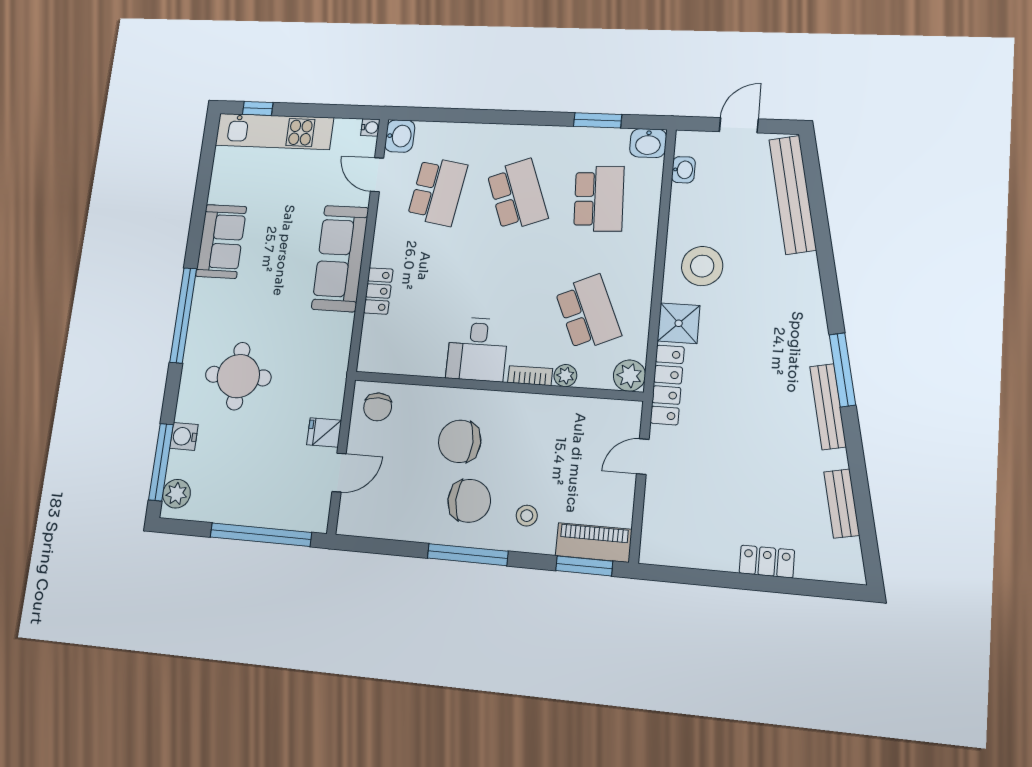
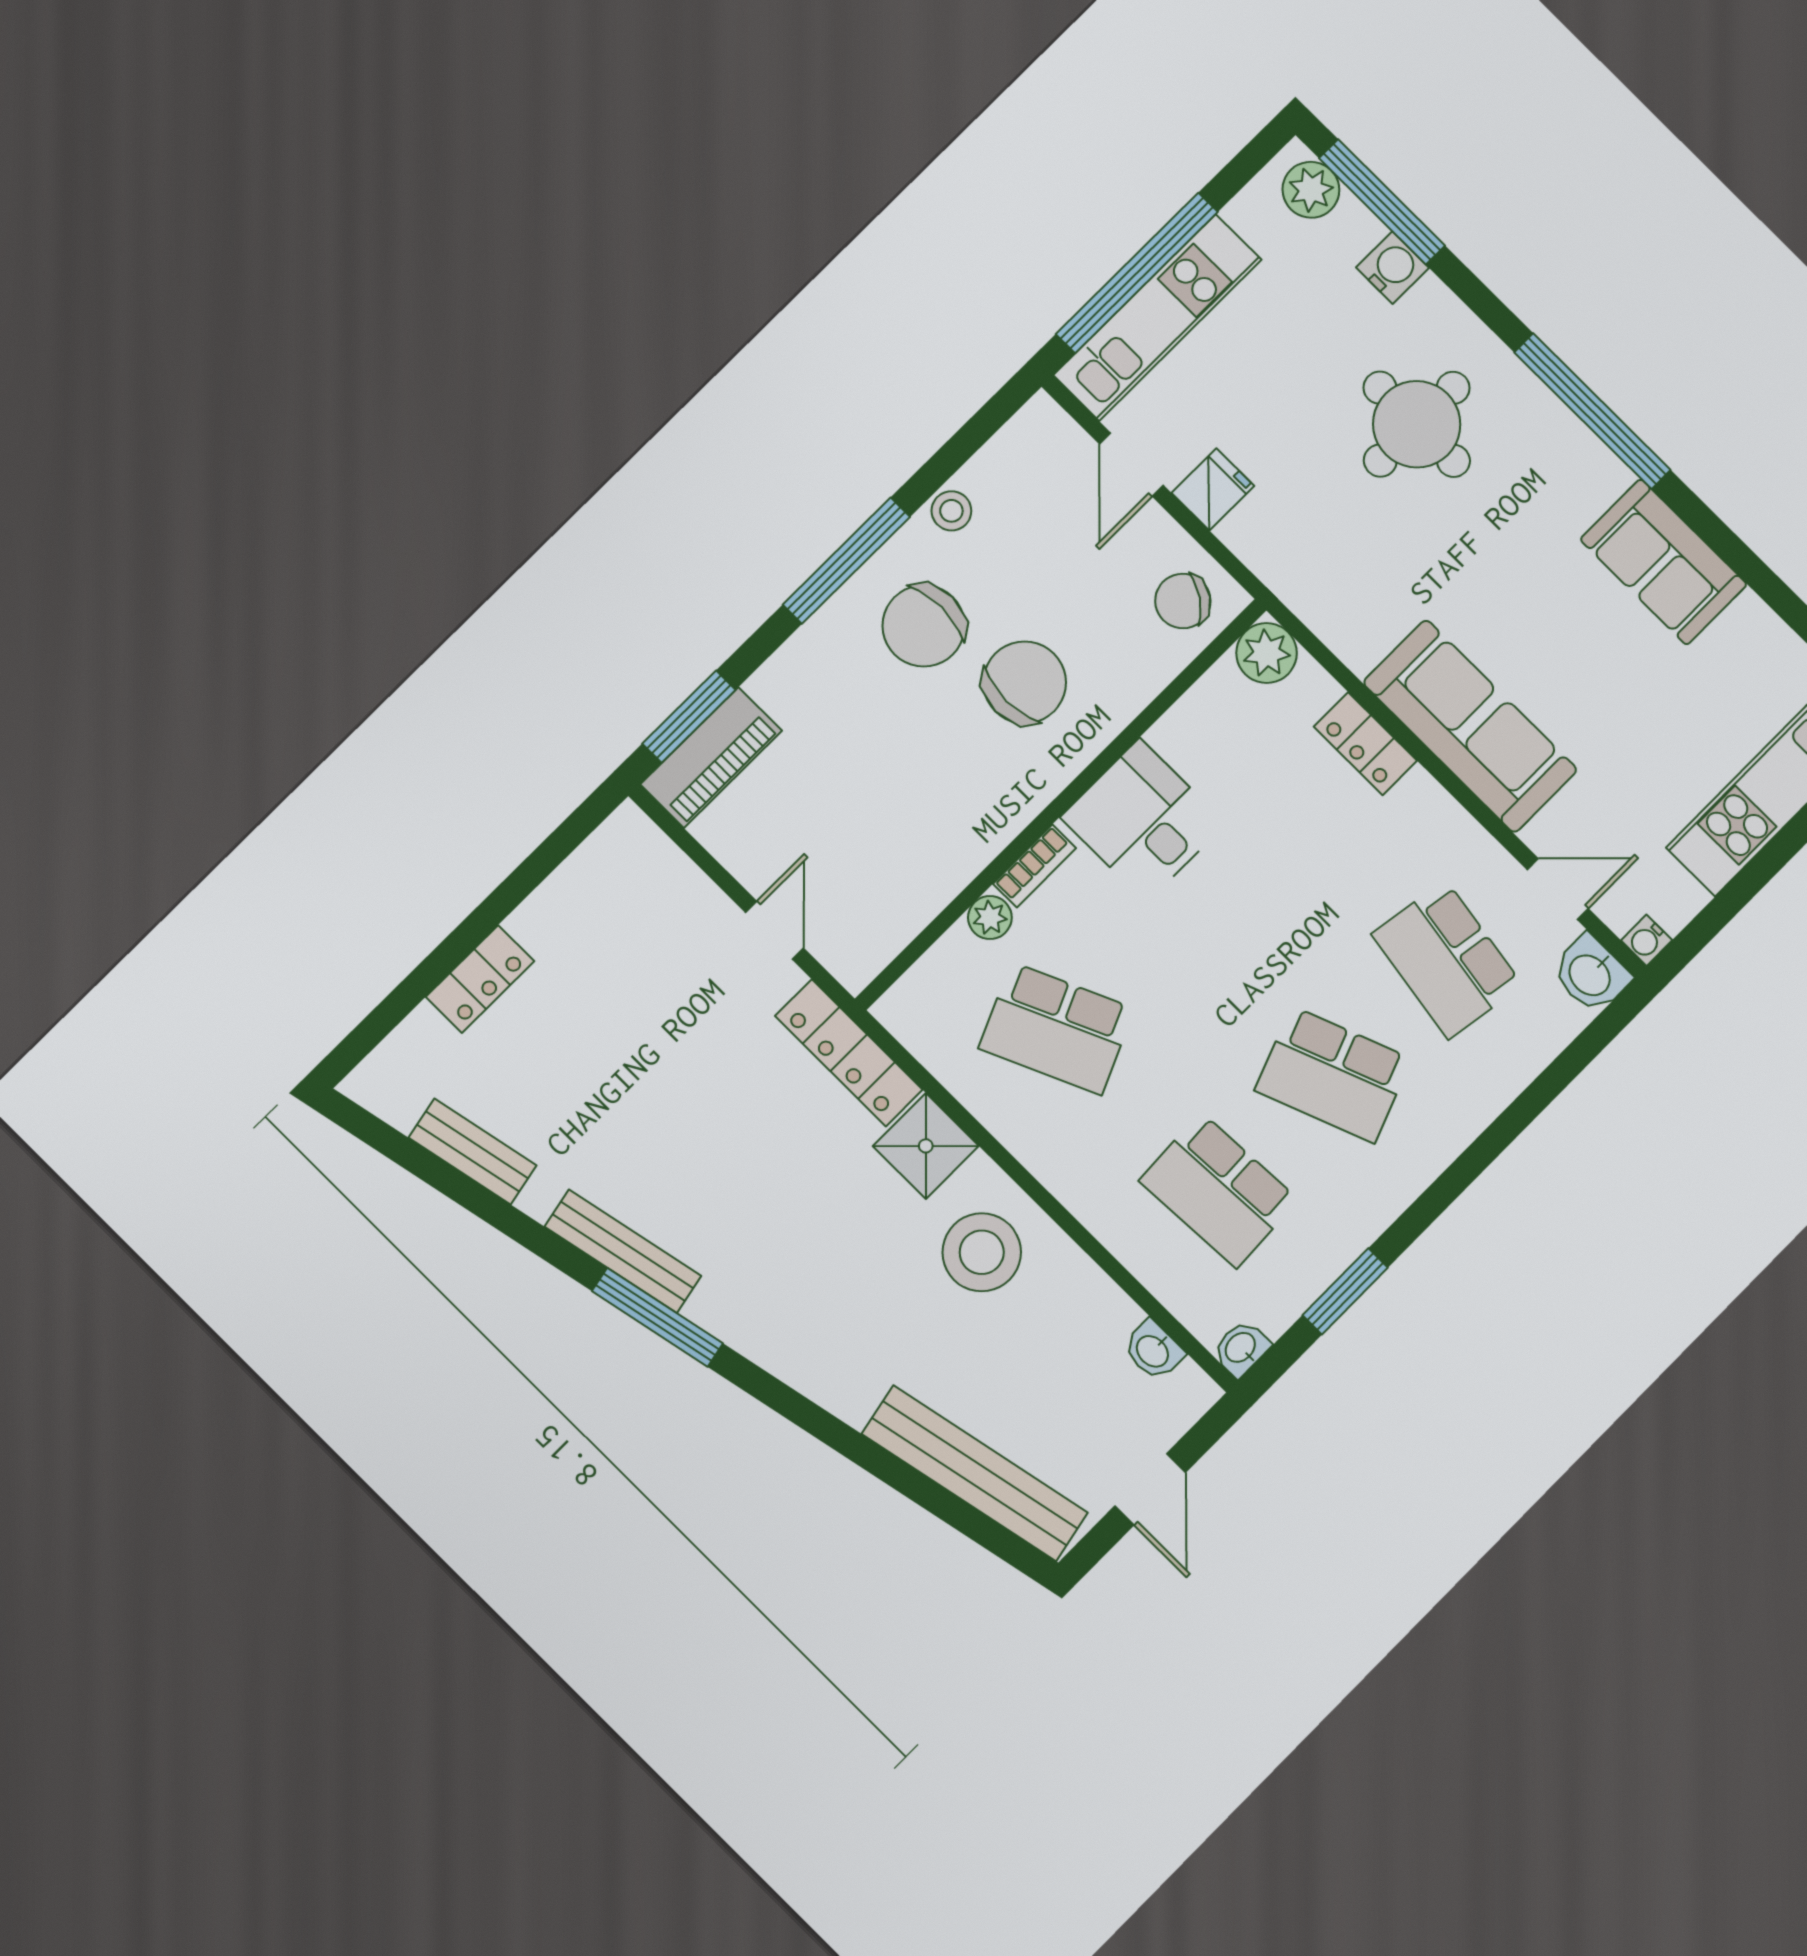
washbasin: (648, 143) -> (1241, 1348), width x0.72, depth x0.69
plant: (629, 376) -> (1267, 653), moved
chair: (378, 407) -> (1183, 601), turned -55
kitchen unit: (272, 512) -> (1158, 317), added
stool: (527, 516) -> (951, 511), moved

